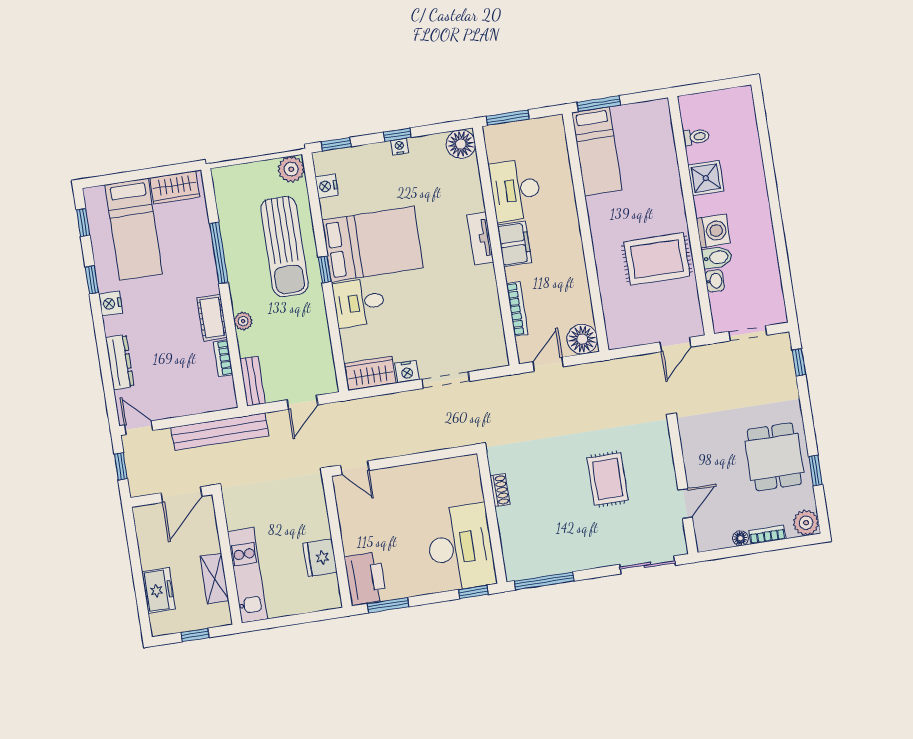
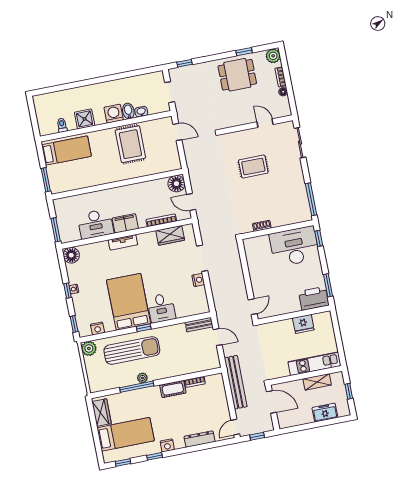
bed: (597, 151) -> (66, 151), moved
plant: (243, 321) -> (142, 378), moved
wardrobe: (370, 373) -> (170, 235), moved, turned -90
bench: (252, 381) -> (199, 325), moved

